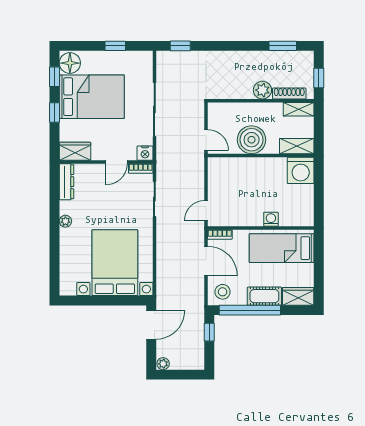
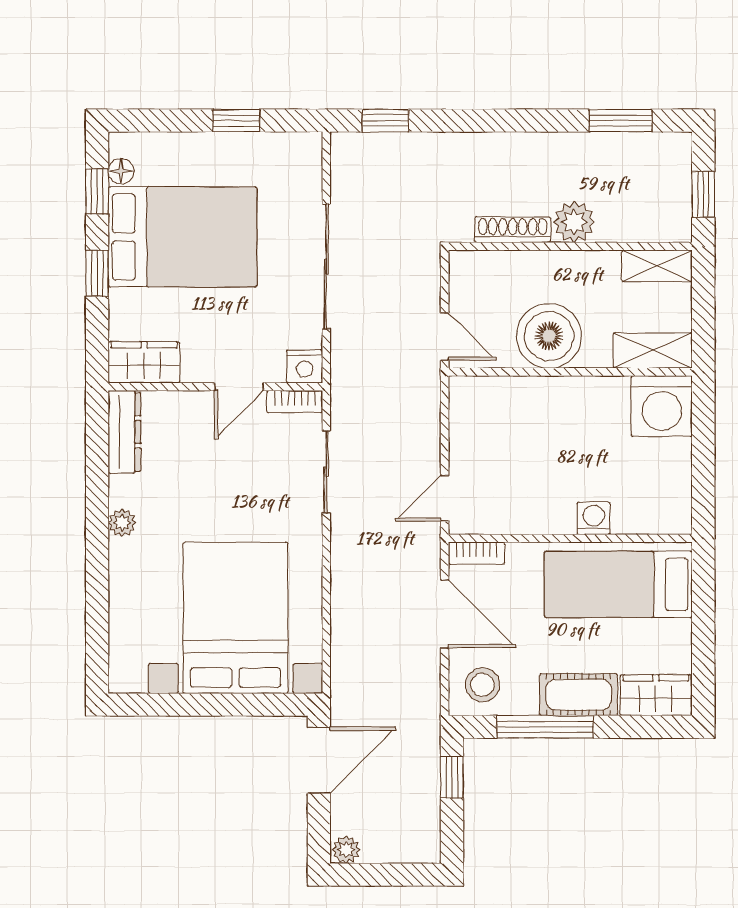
floor lamp: (70, 63) -> (121, 171), width x0.53, depth x0.53
shoe rack: (289, 93) -> (513, 230), moved
window: (250, 310) -> (545, 727), width x0.68

